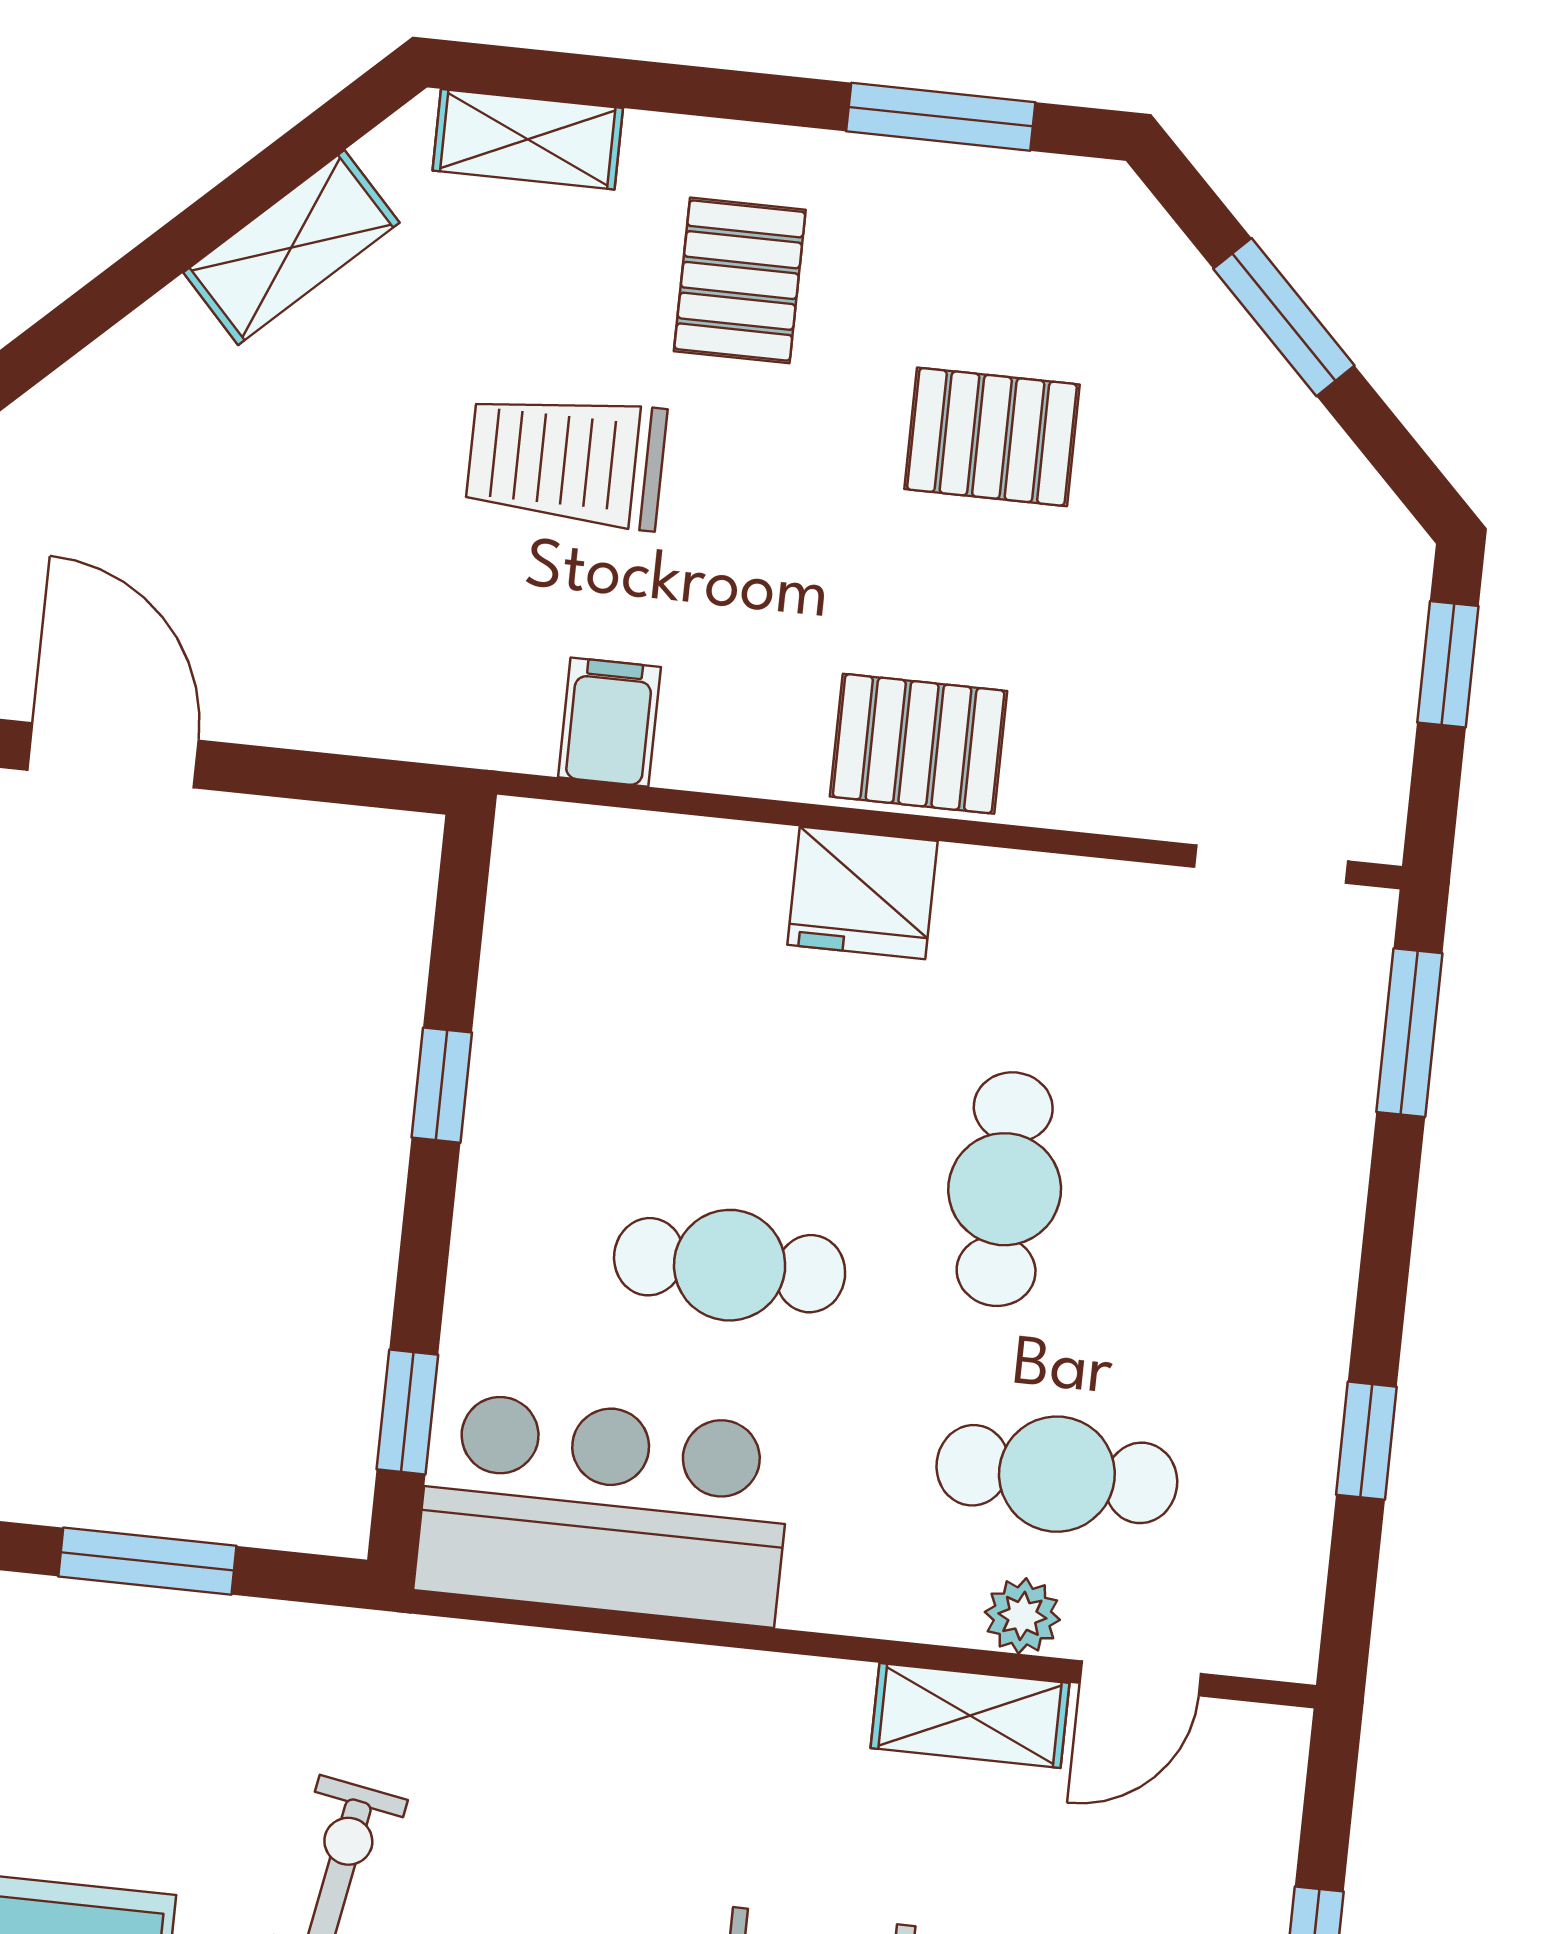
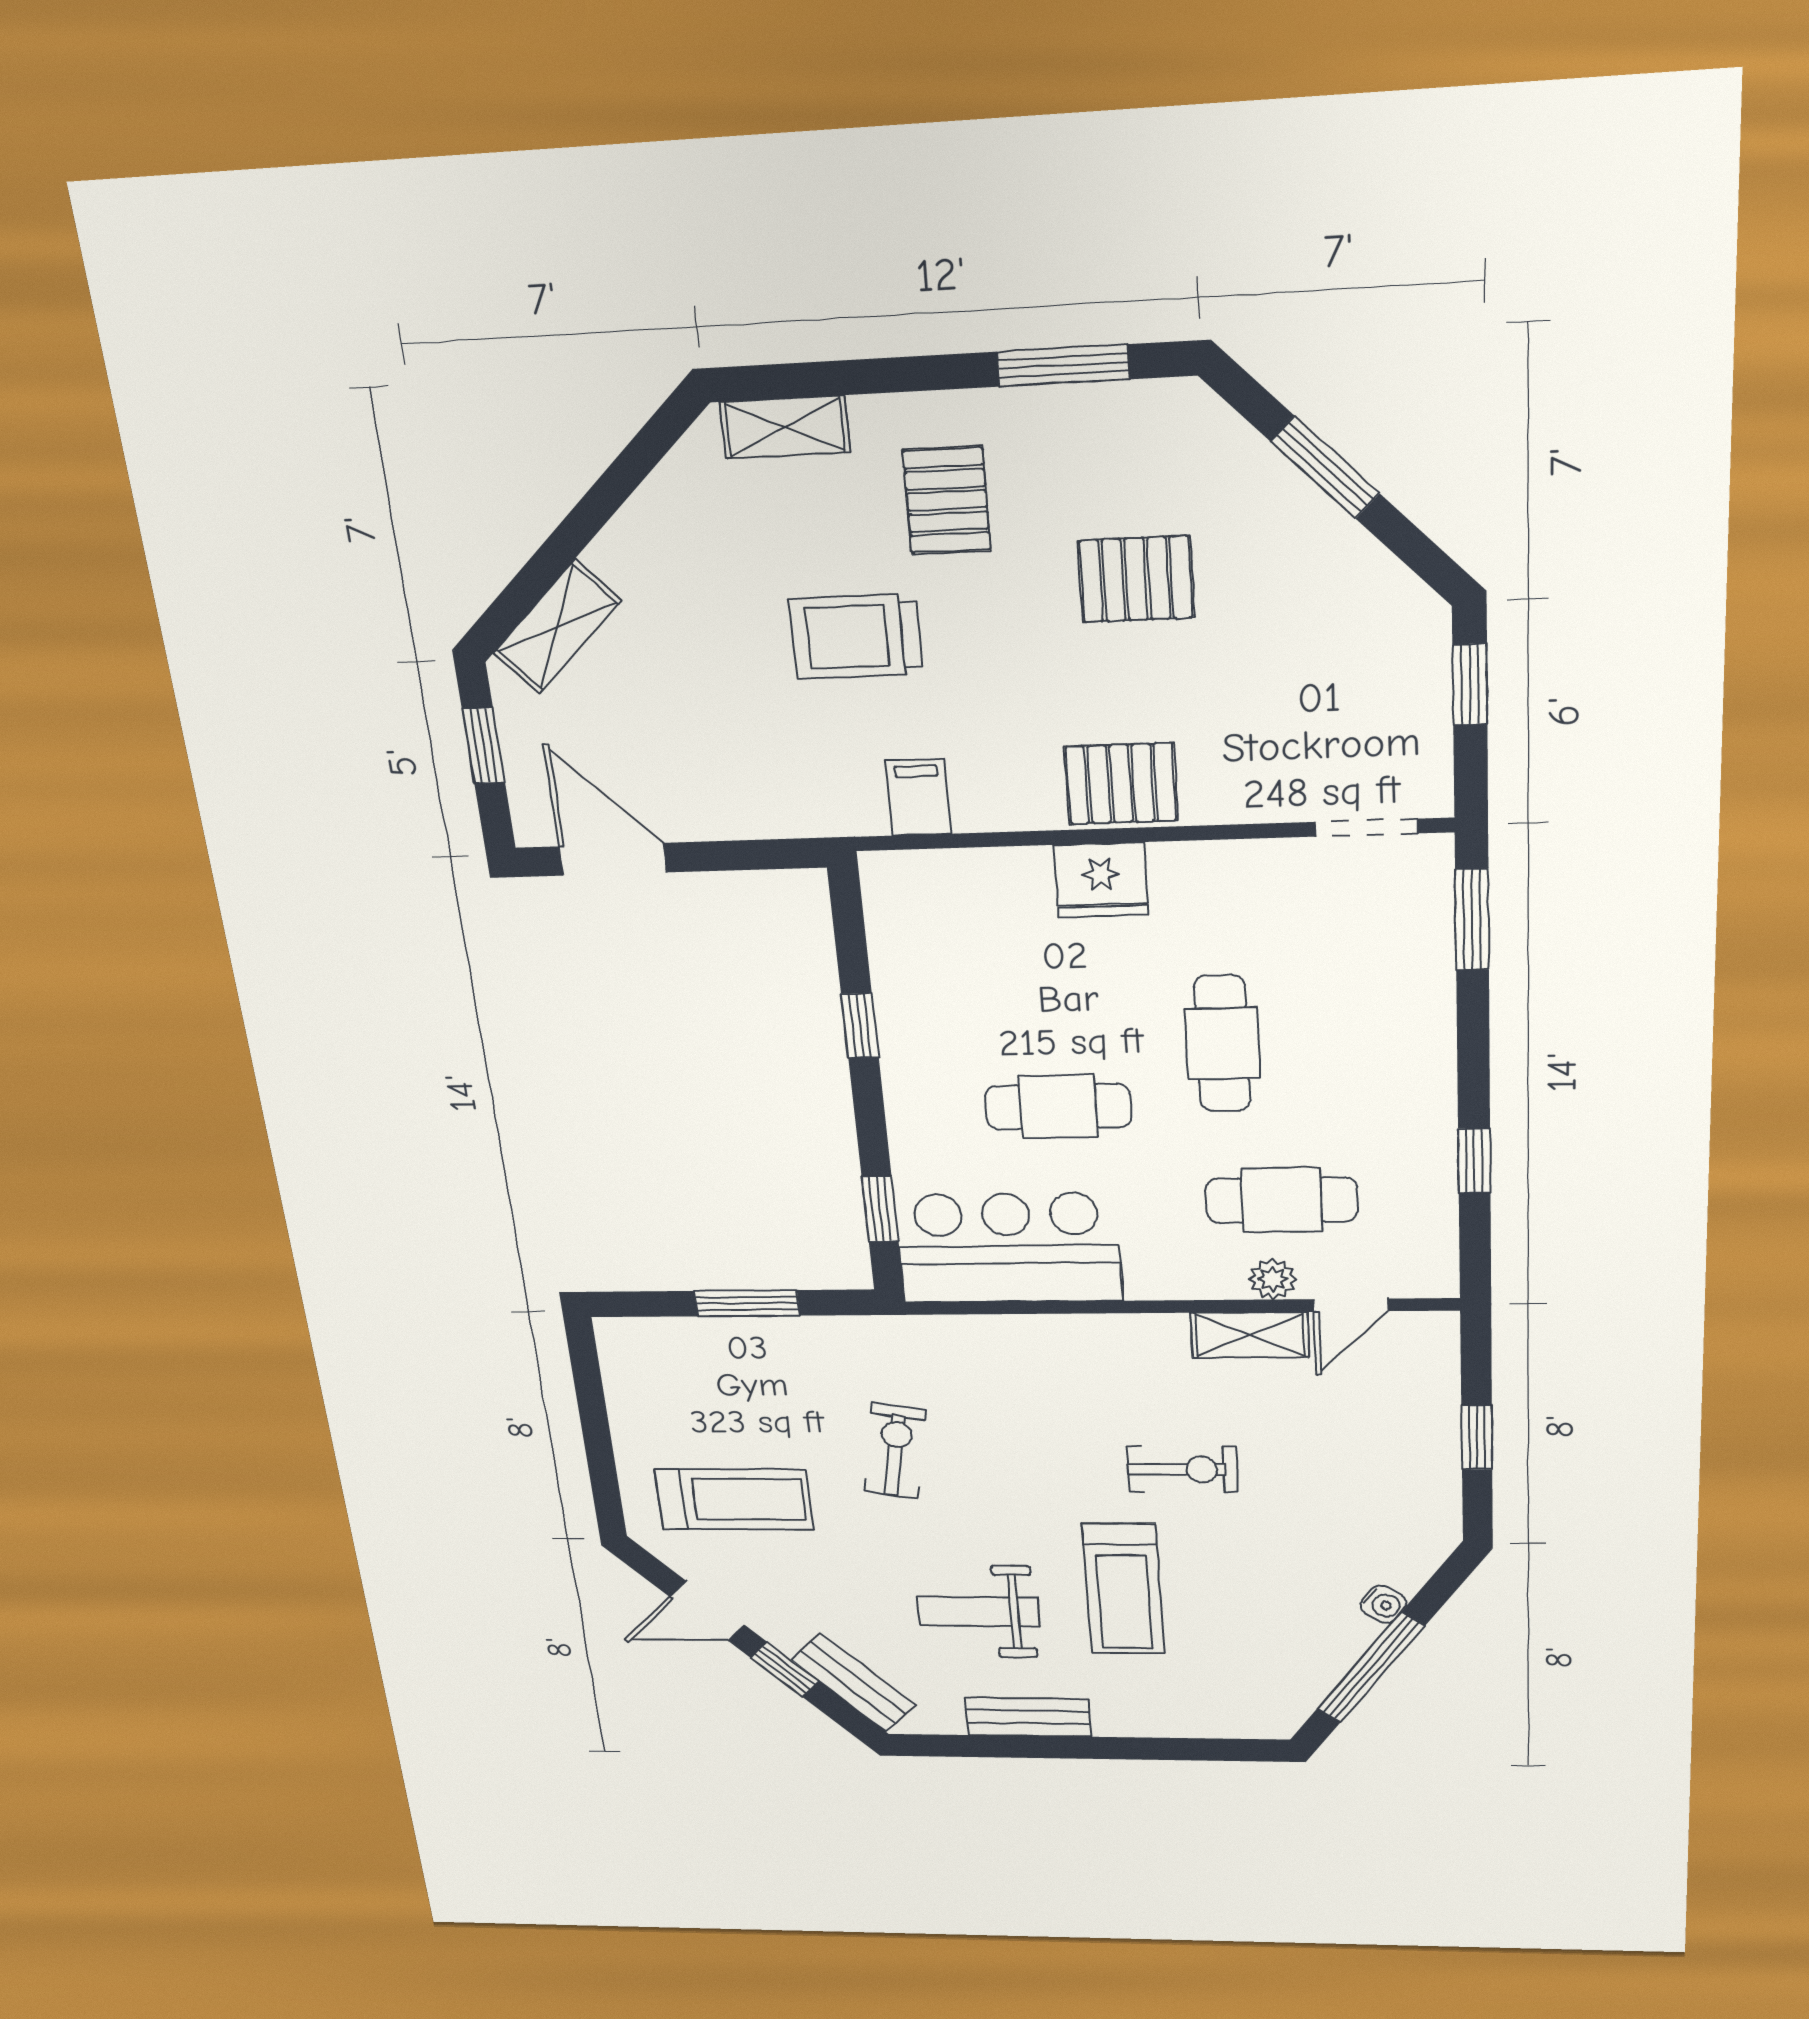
shelving: (291, 247) -> (557, 627), moved

